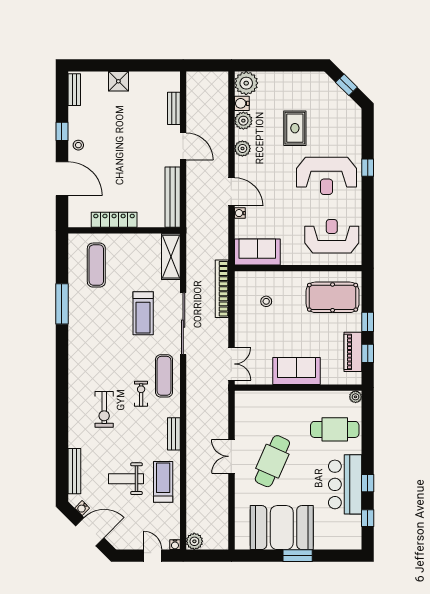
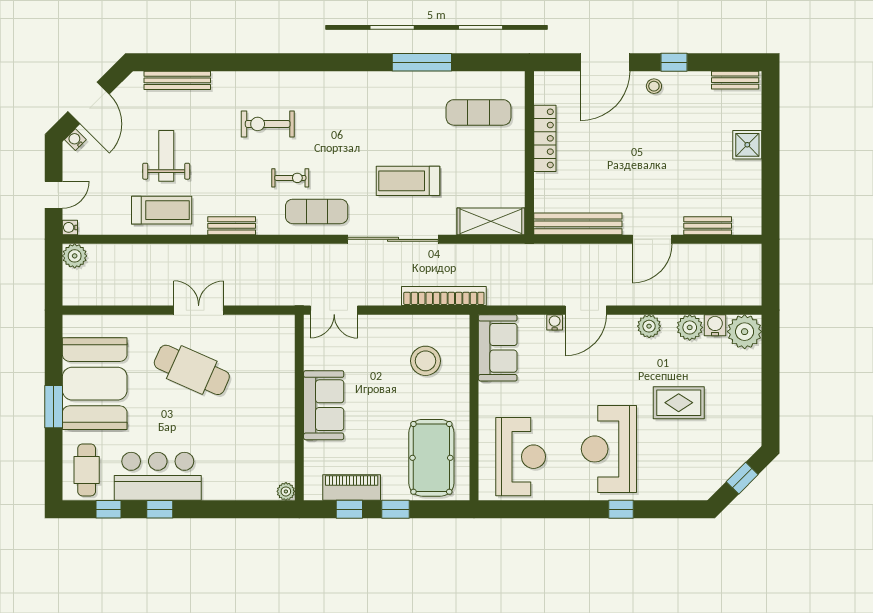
stool: (266, 301) -> (425, 361), width x1.89, depth x1.89
cafe table: (335, 429) -> (87, 470), moved, width x0.73, depth x0.74
water cooler: (82, 508) -> (75, 140), moved

